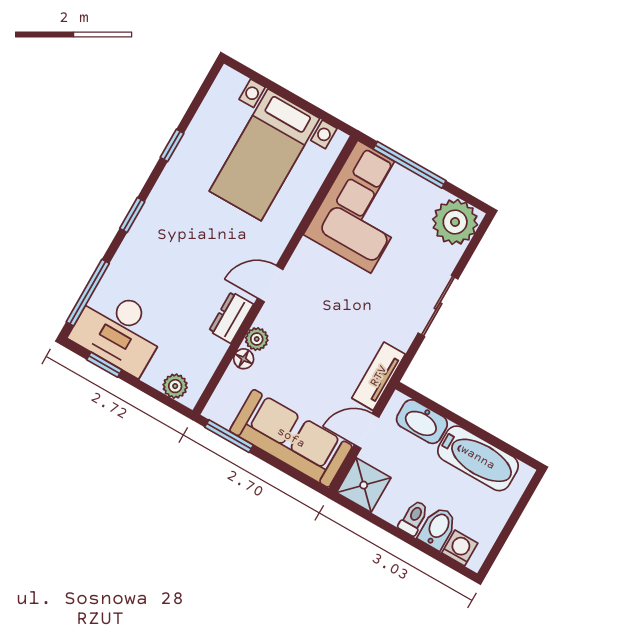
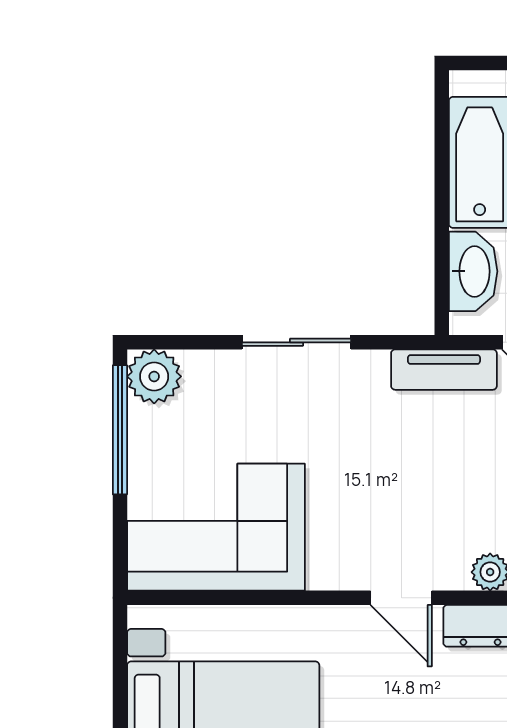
window: (410, 165) -> (120, 430), moved
plant: (455, 222) -> (154, 376), width x0.73, depth x0.73

